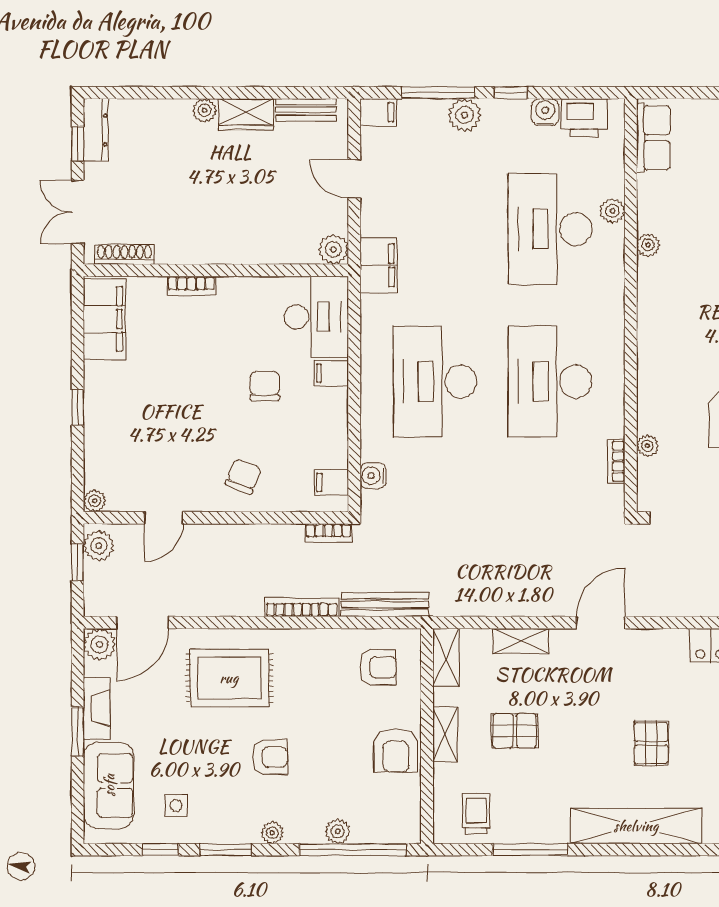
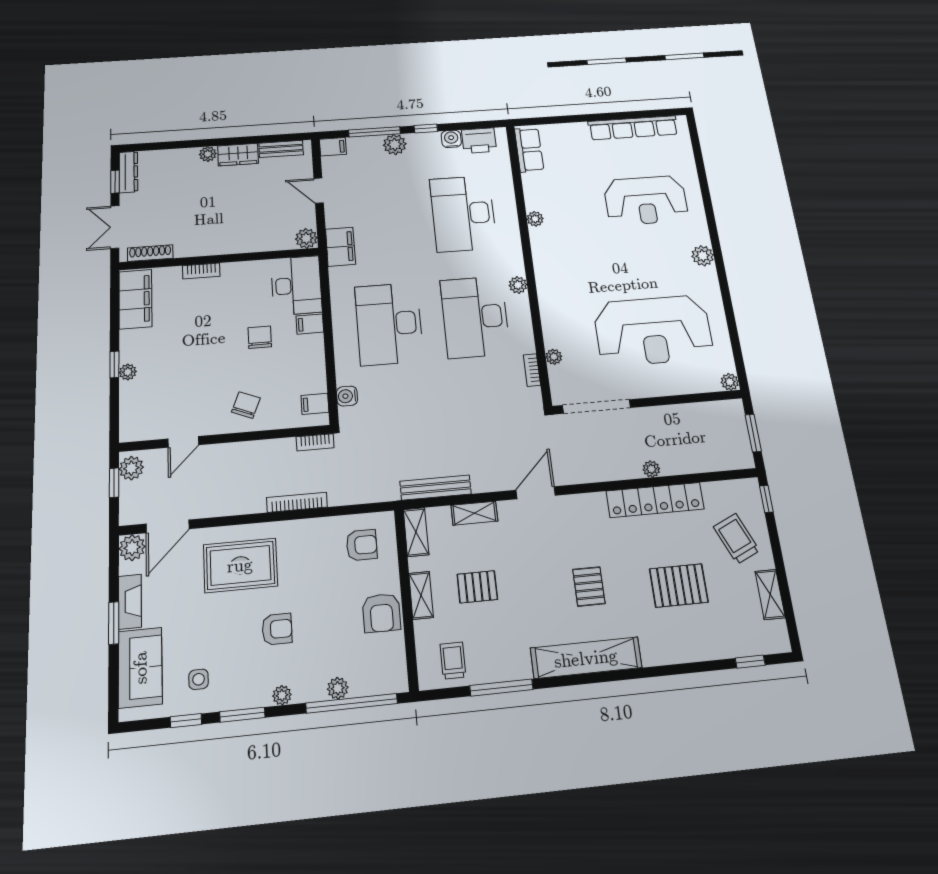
plant: (612, 211) -> (518, 285), moved
plant: (95, 501) -> (128, 372), moved
bench: (385, 604) -> (436, 488), moved

